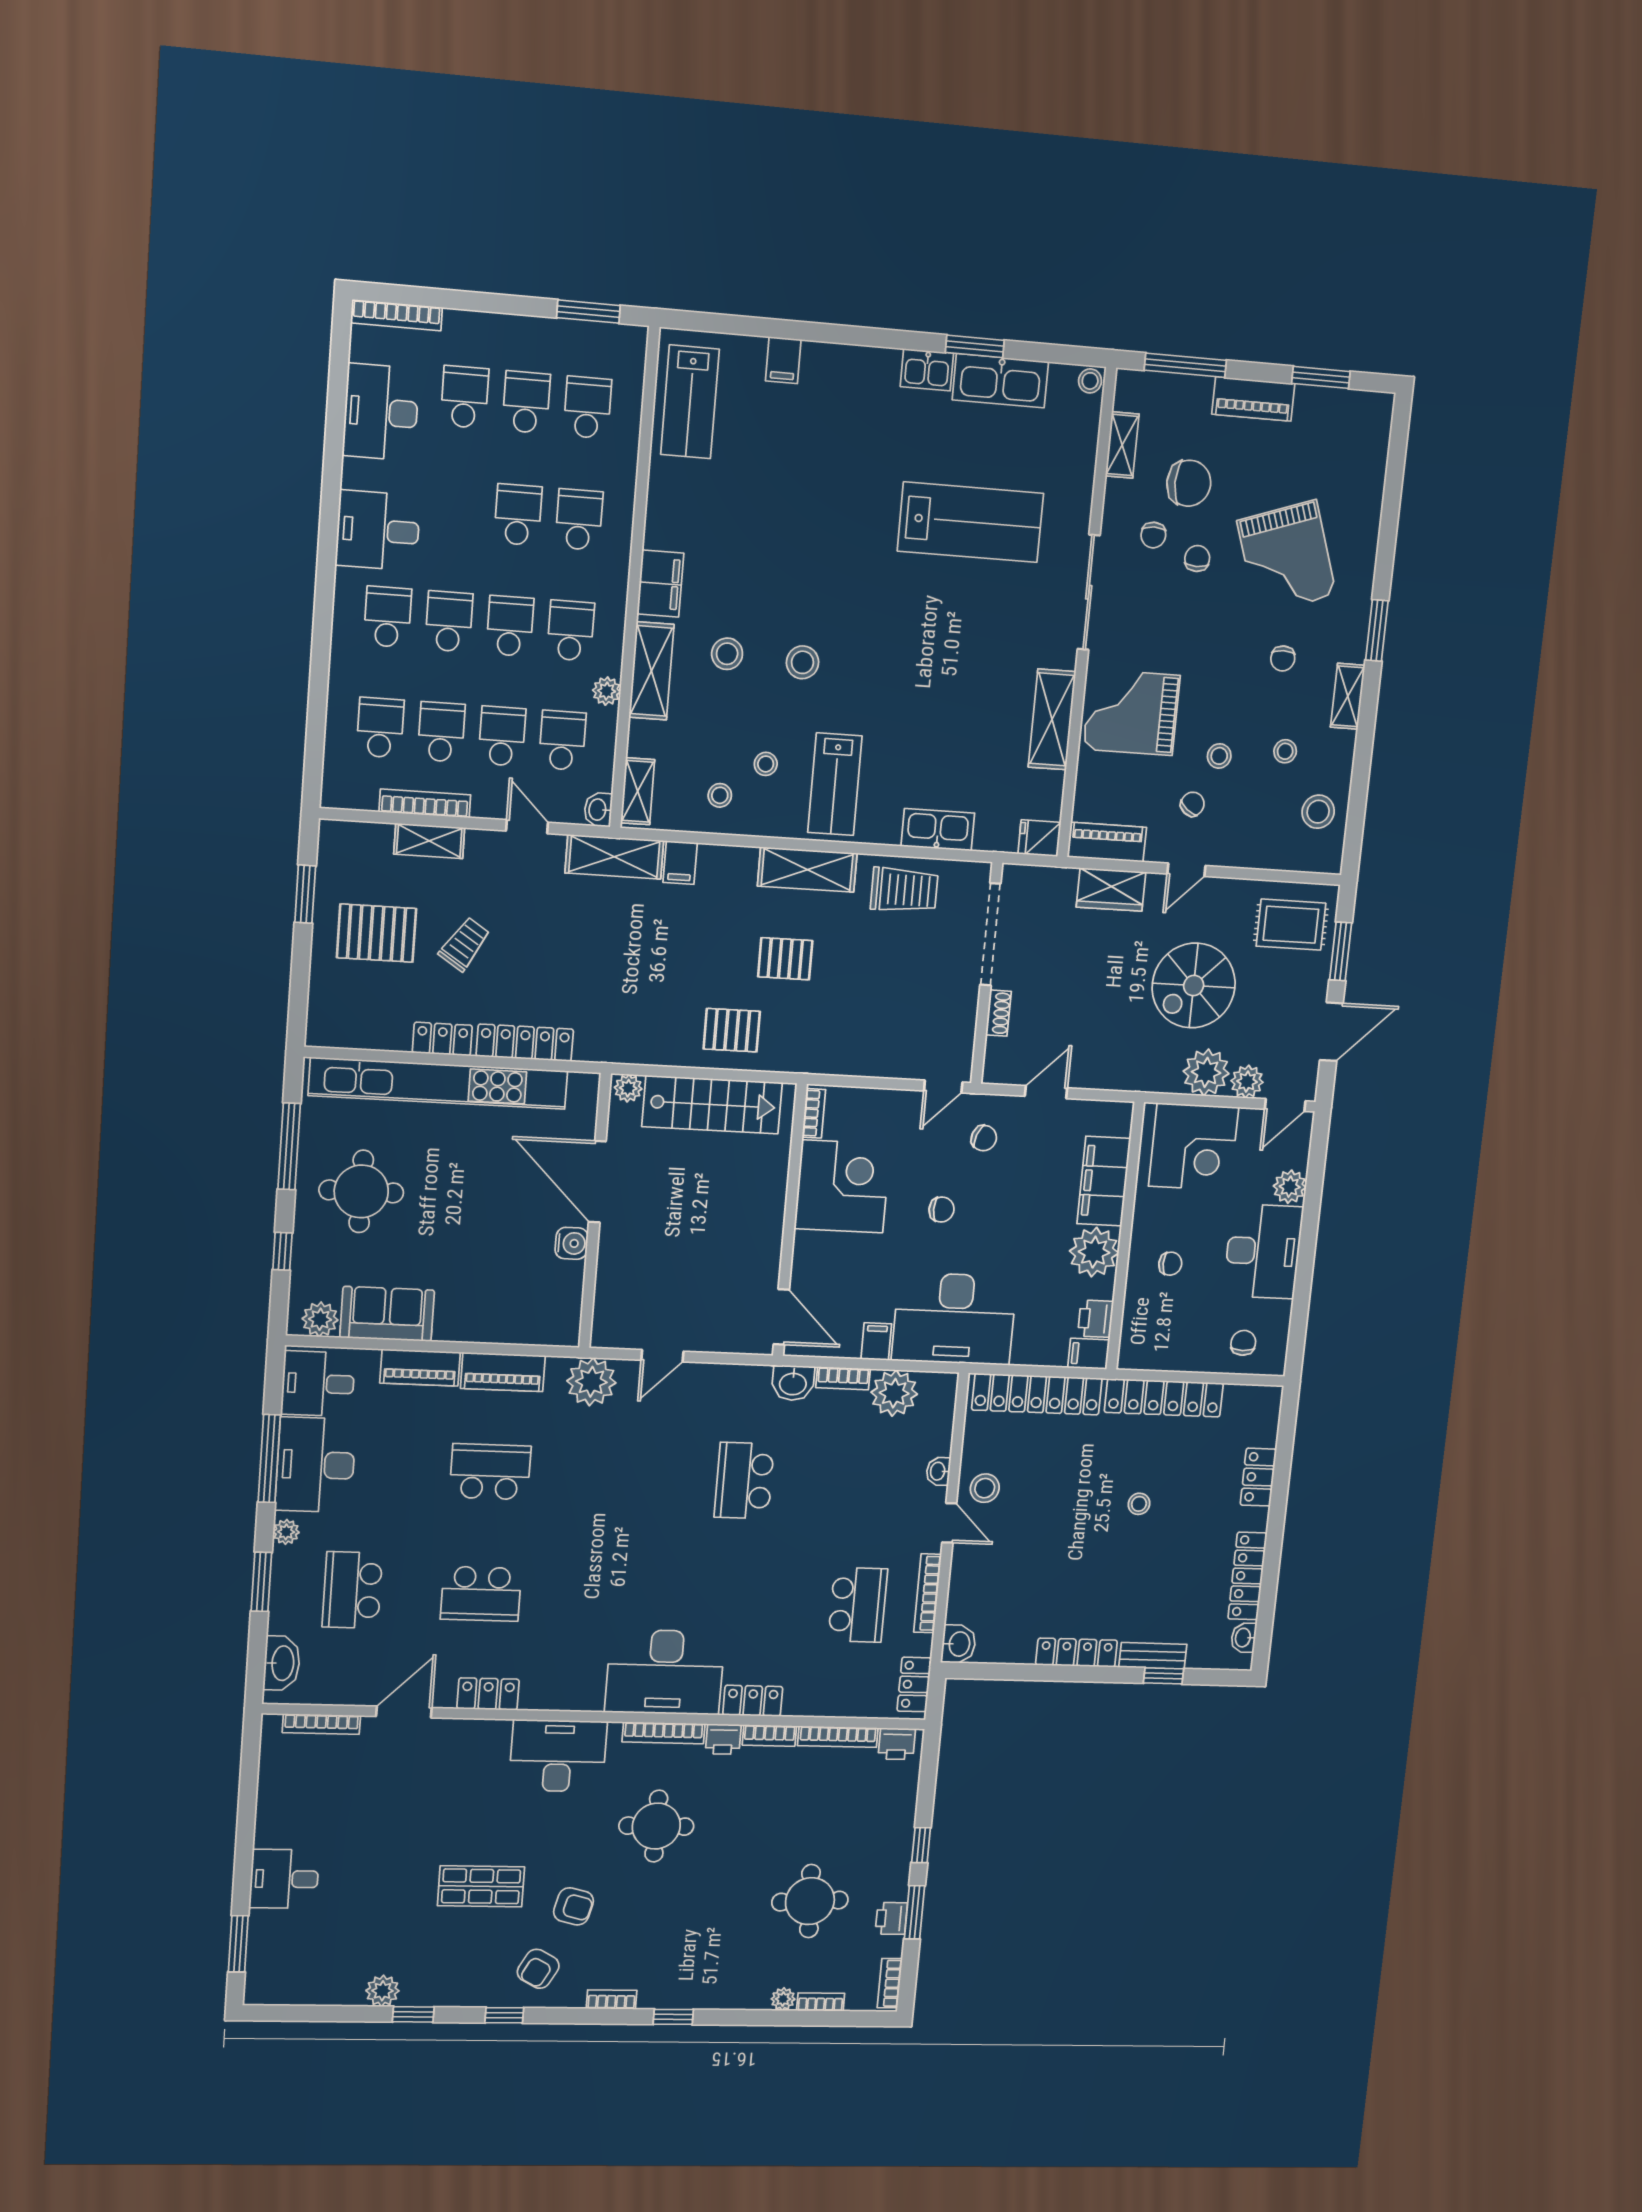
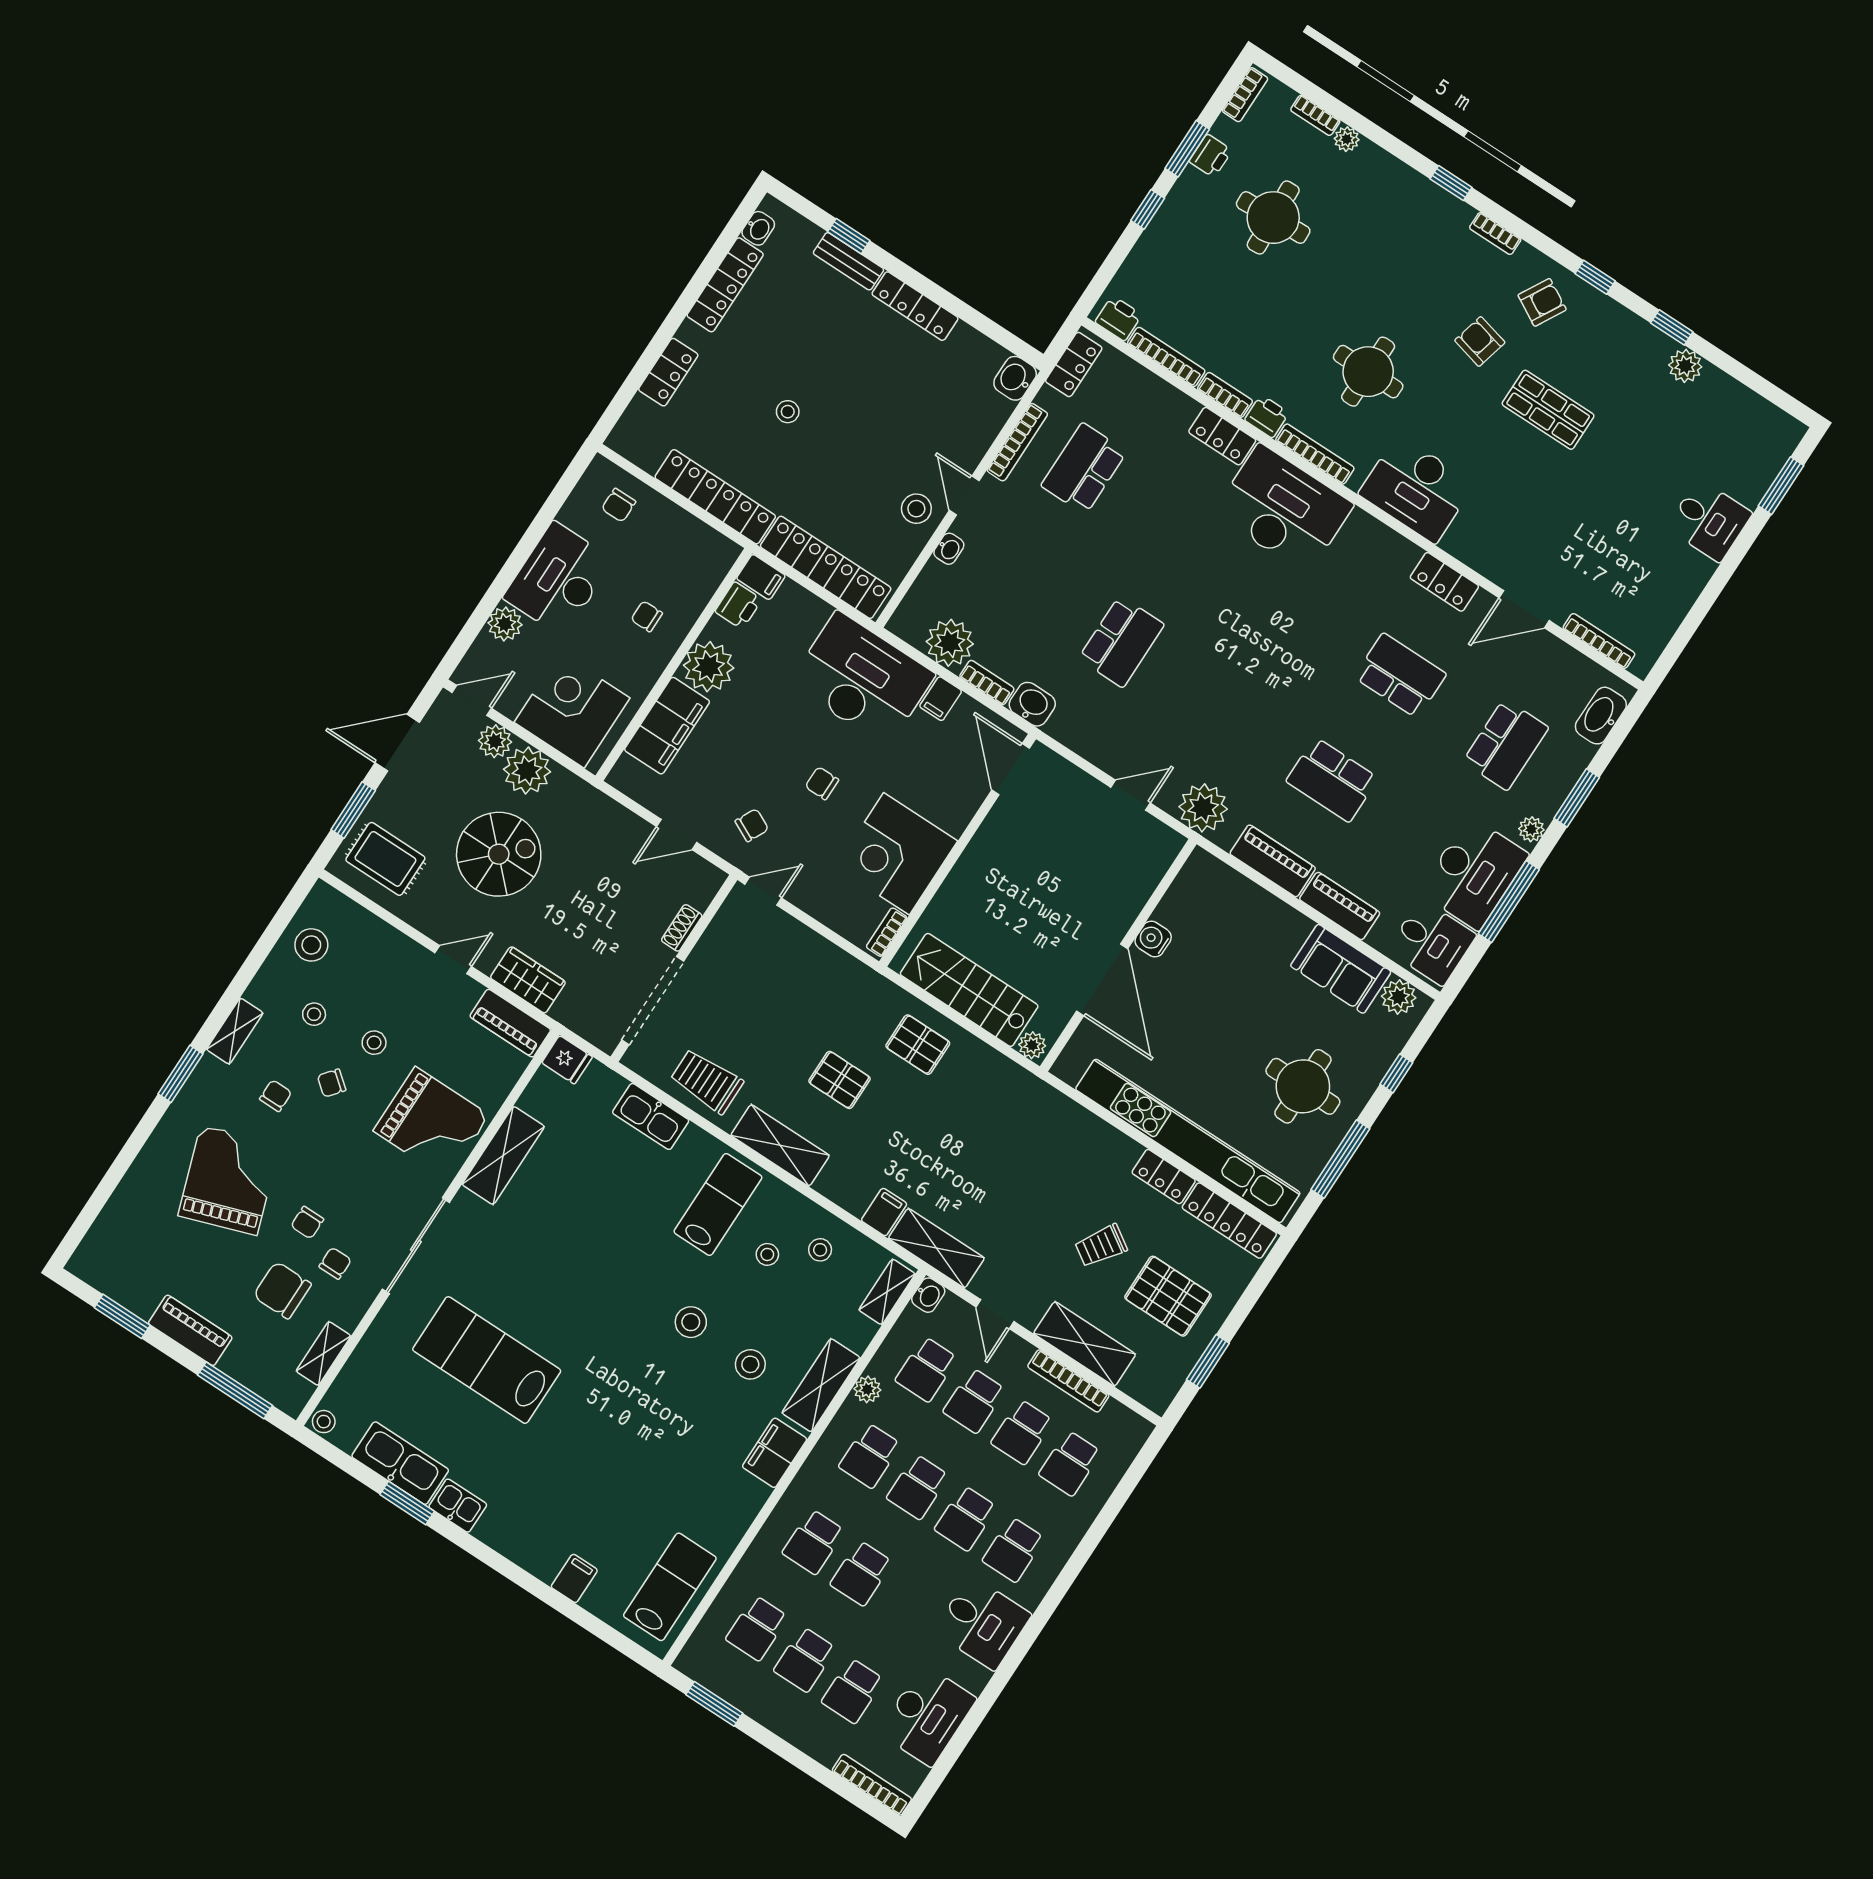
chair: (1192, 804) -> (332, 1083), moved
shelving: (429, 841) -> (1085, 1344), width x1.50, depth x1.33
locker: (525, 1043) -> (1229, 1221), moved
chair: (984, 1138) -> (752, 825), turned 96

